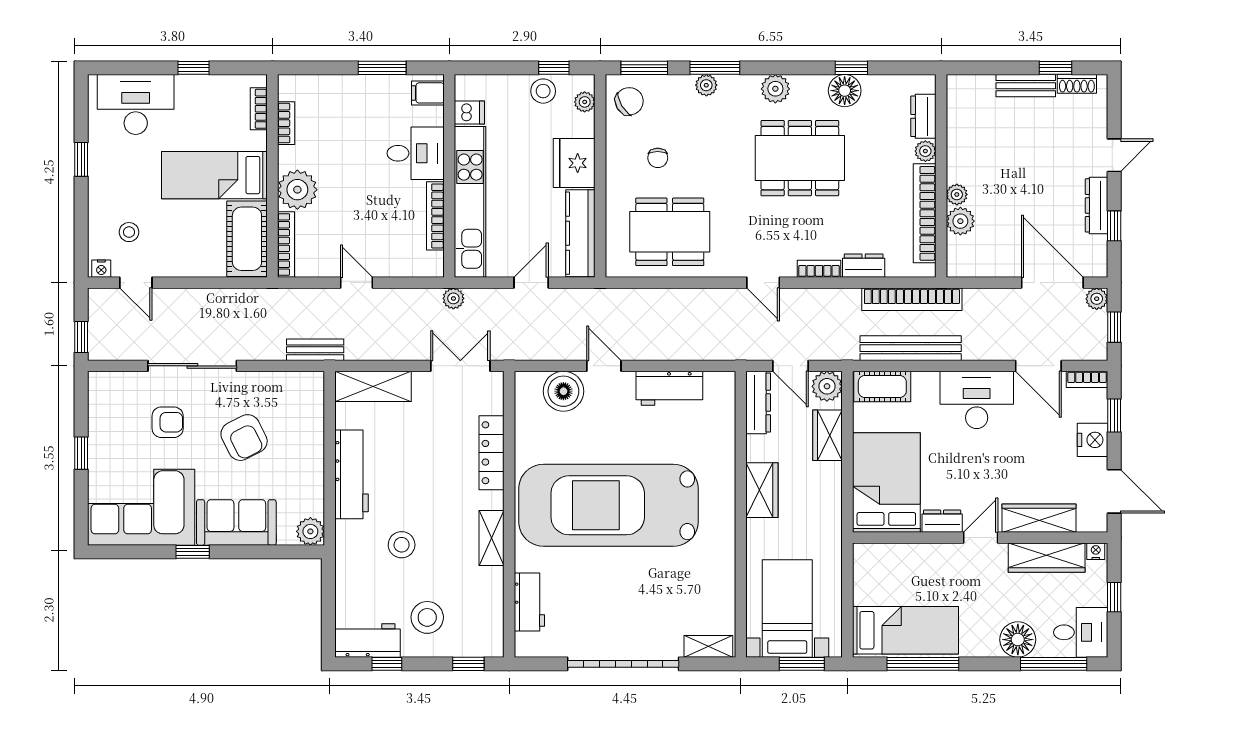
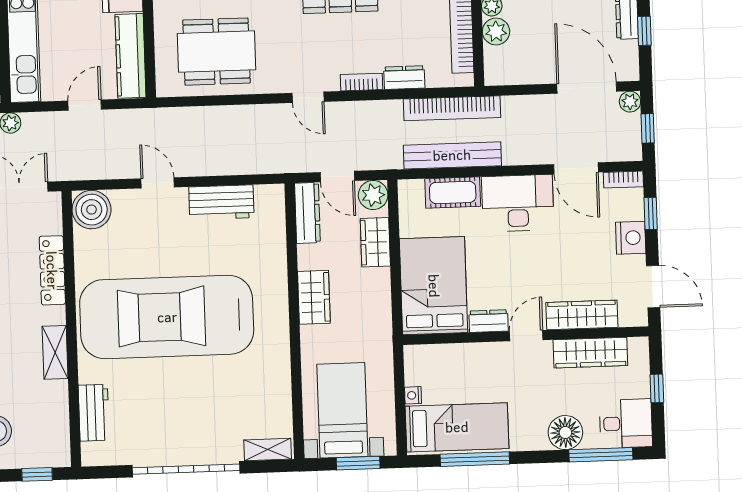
cot: (882, 387) -> (453, 192), moved
boiler: (563, 391) -> (92, 210), moved
nightstand: (1096, 551) -> (413, 395), moved, turned -90

